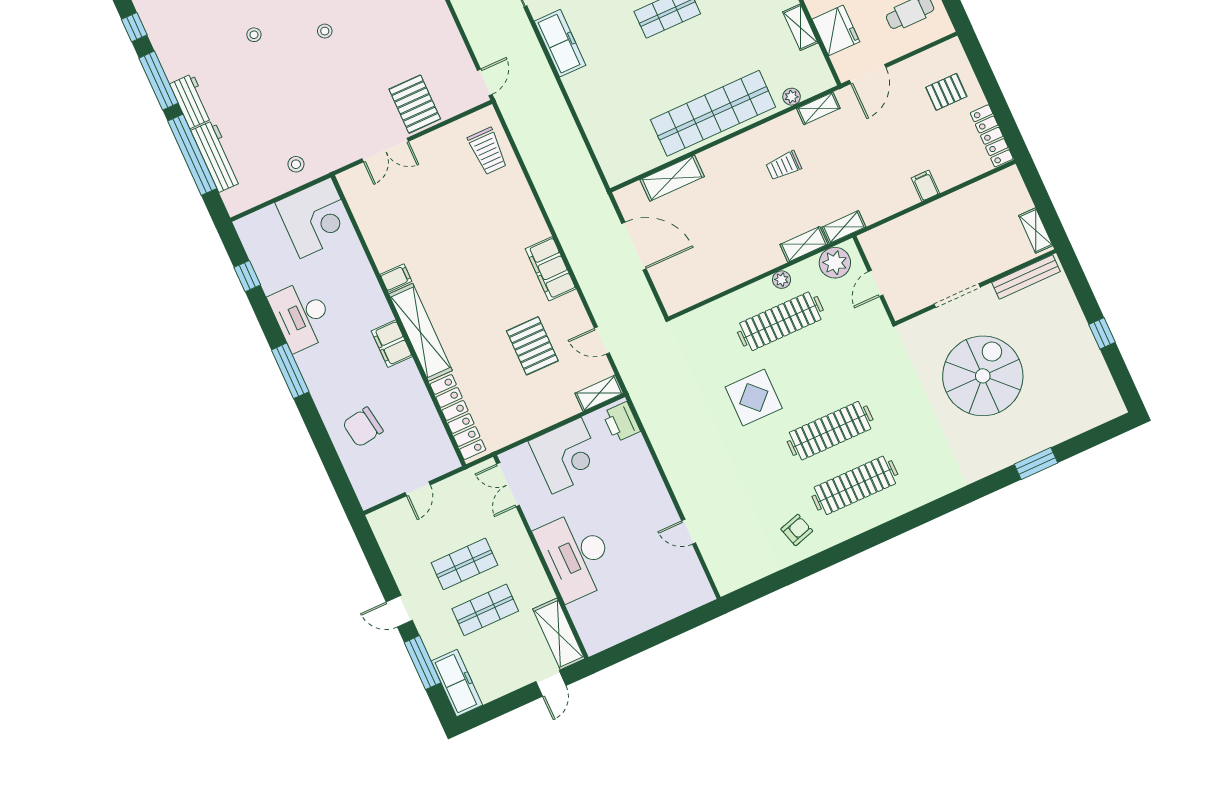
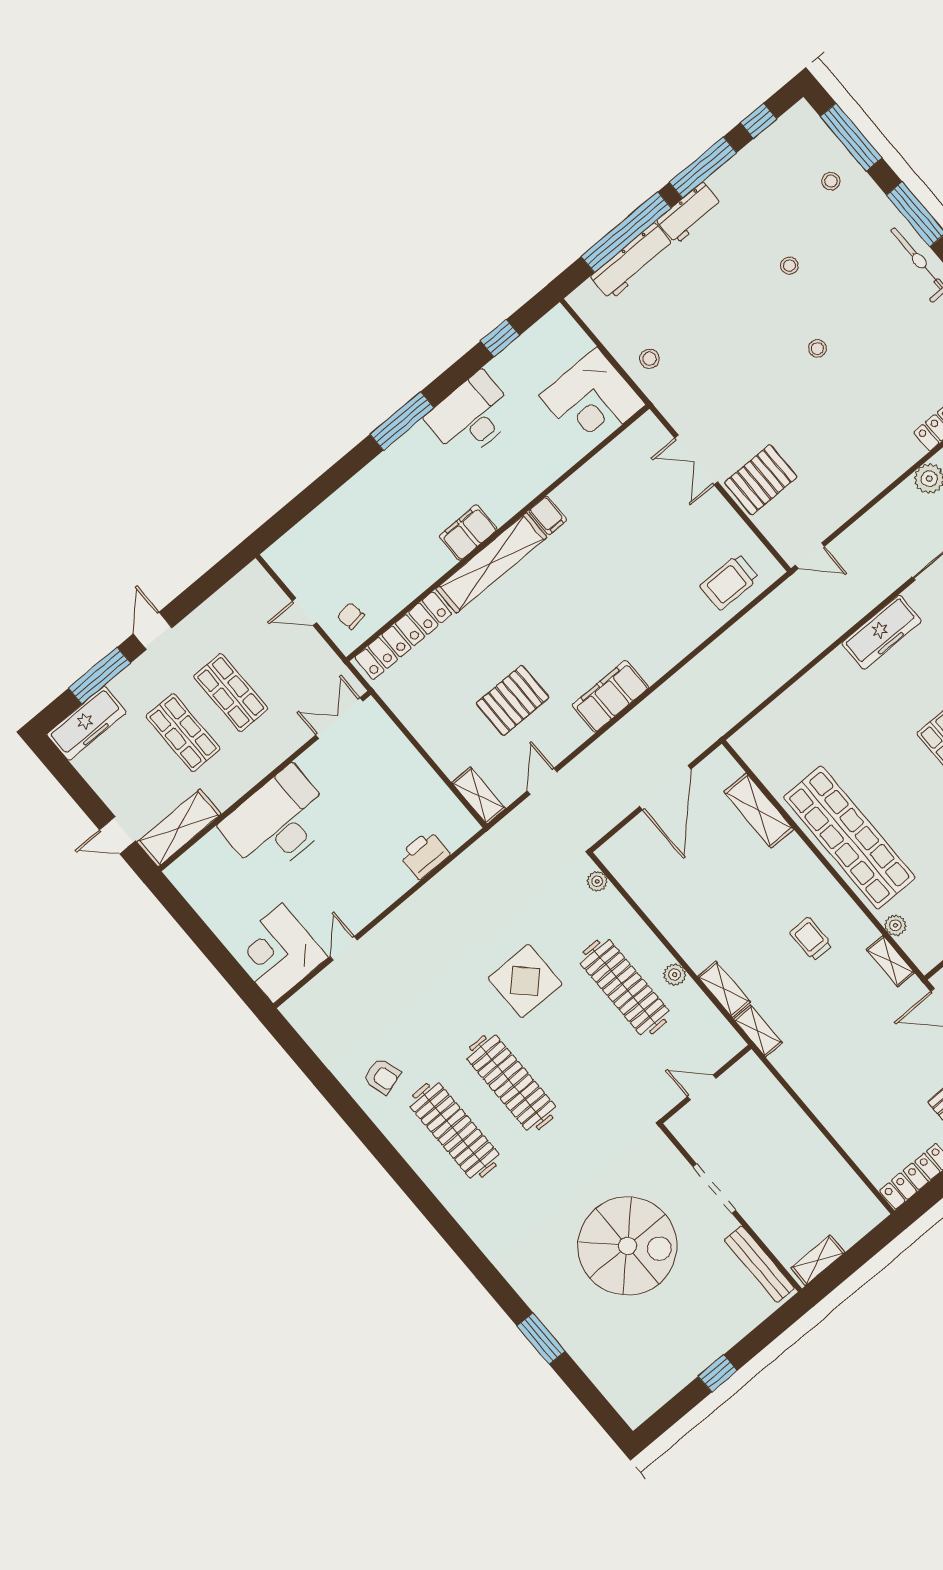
filing cabinet: (925, 186) -> (834, 1114), removed
plant: (835, 263) -> (597, 881), moved, width x0.53, depth x0.53
printer: (621, 422) -> (424, 855), moved
chair: (363, 427) -> (351, 616), moved, width x0.54, depth x0.54
corner desk: (567, 456) -> (278, 953), moved, turned 90

